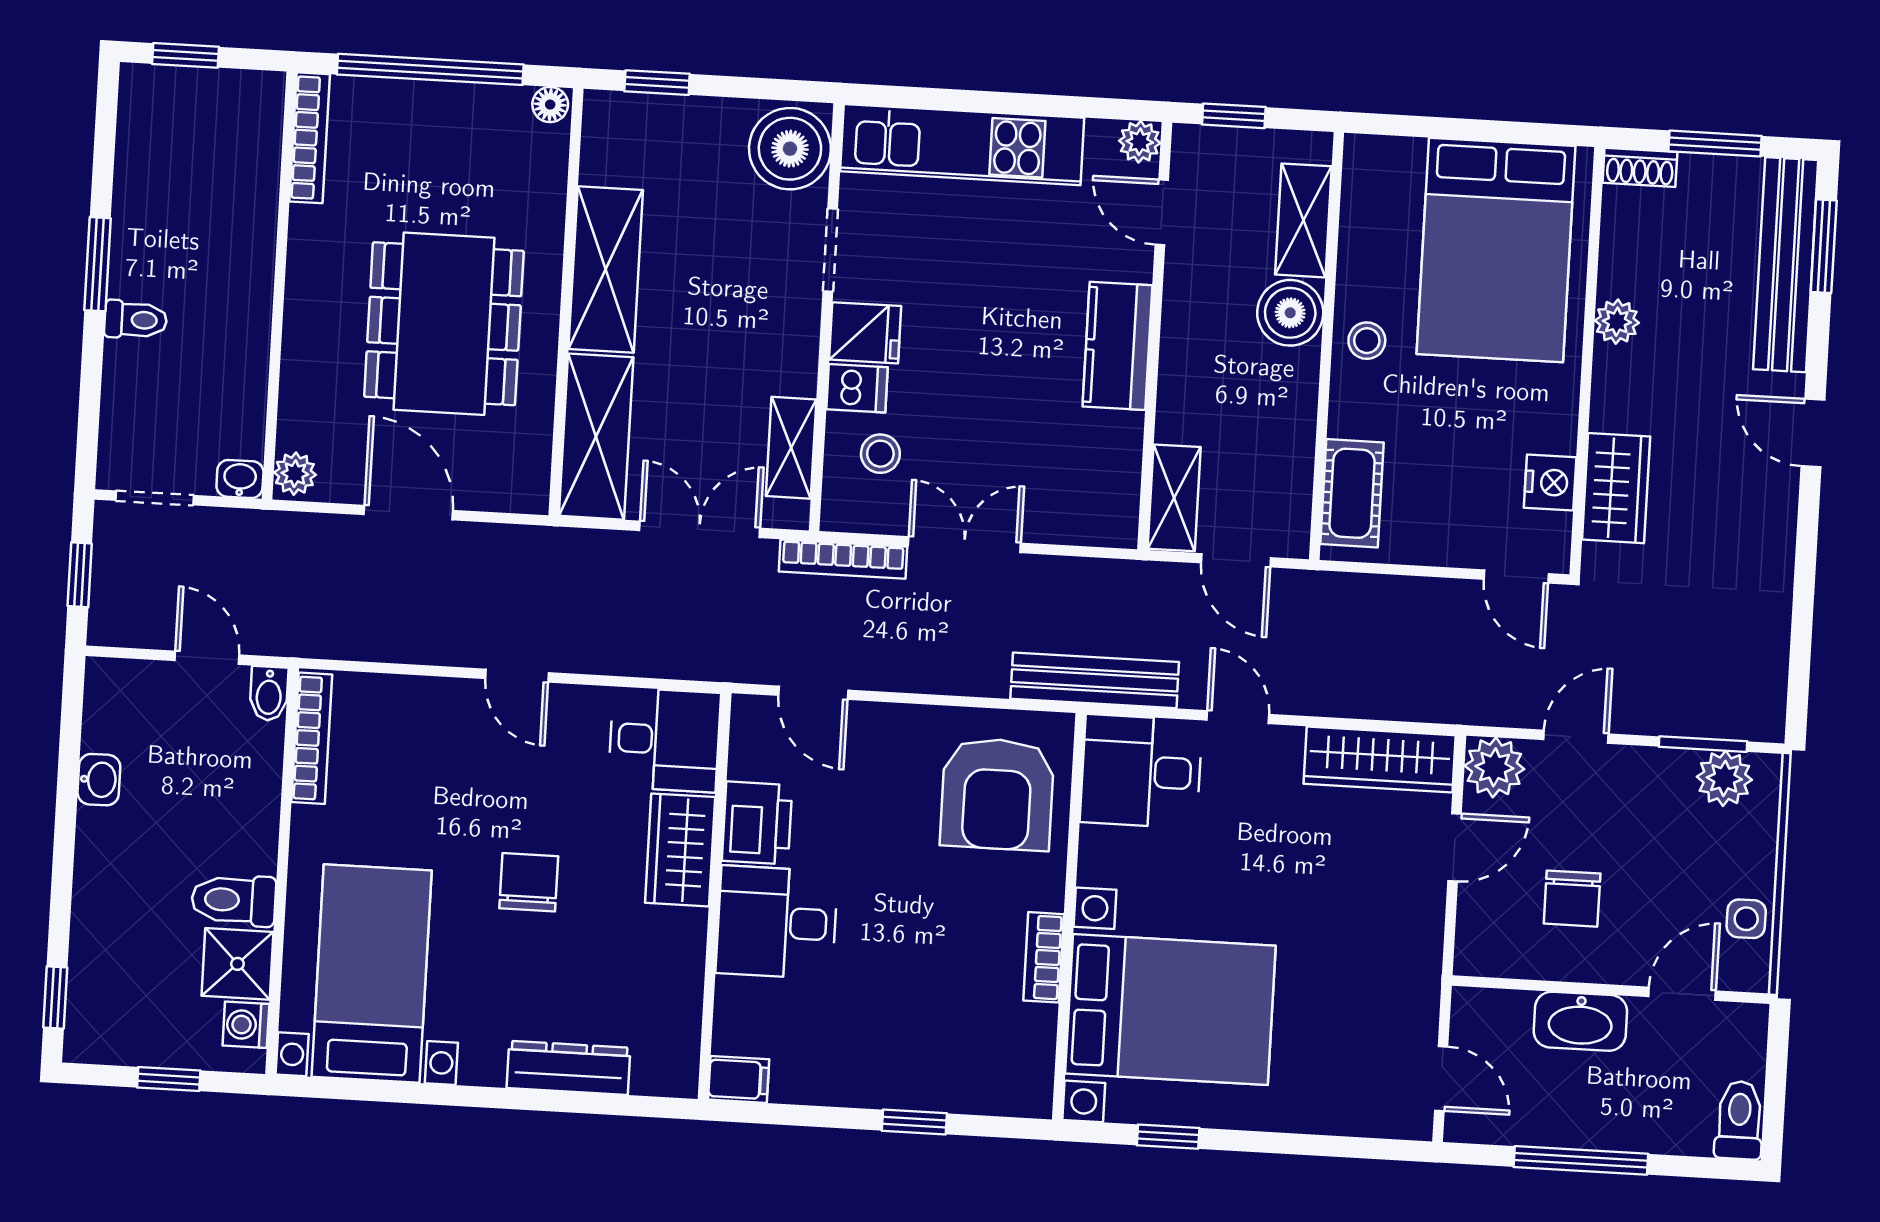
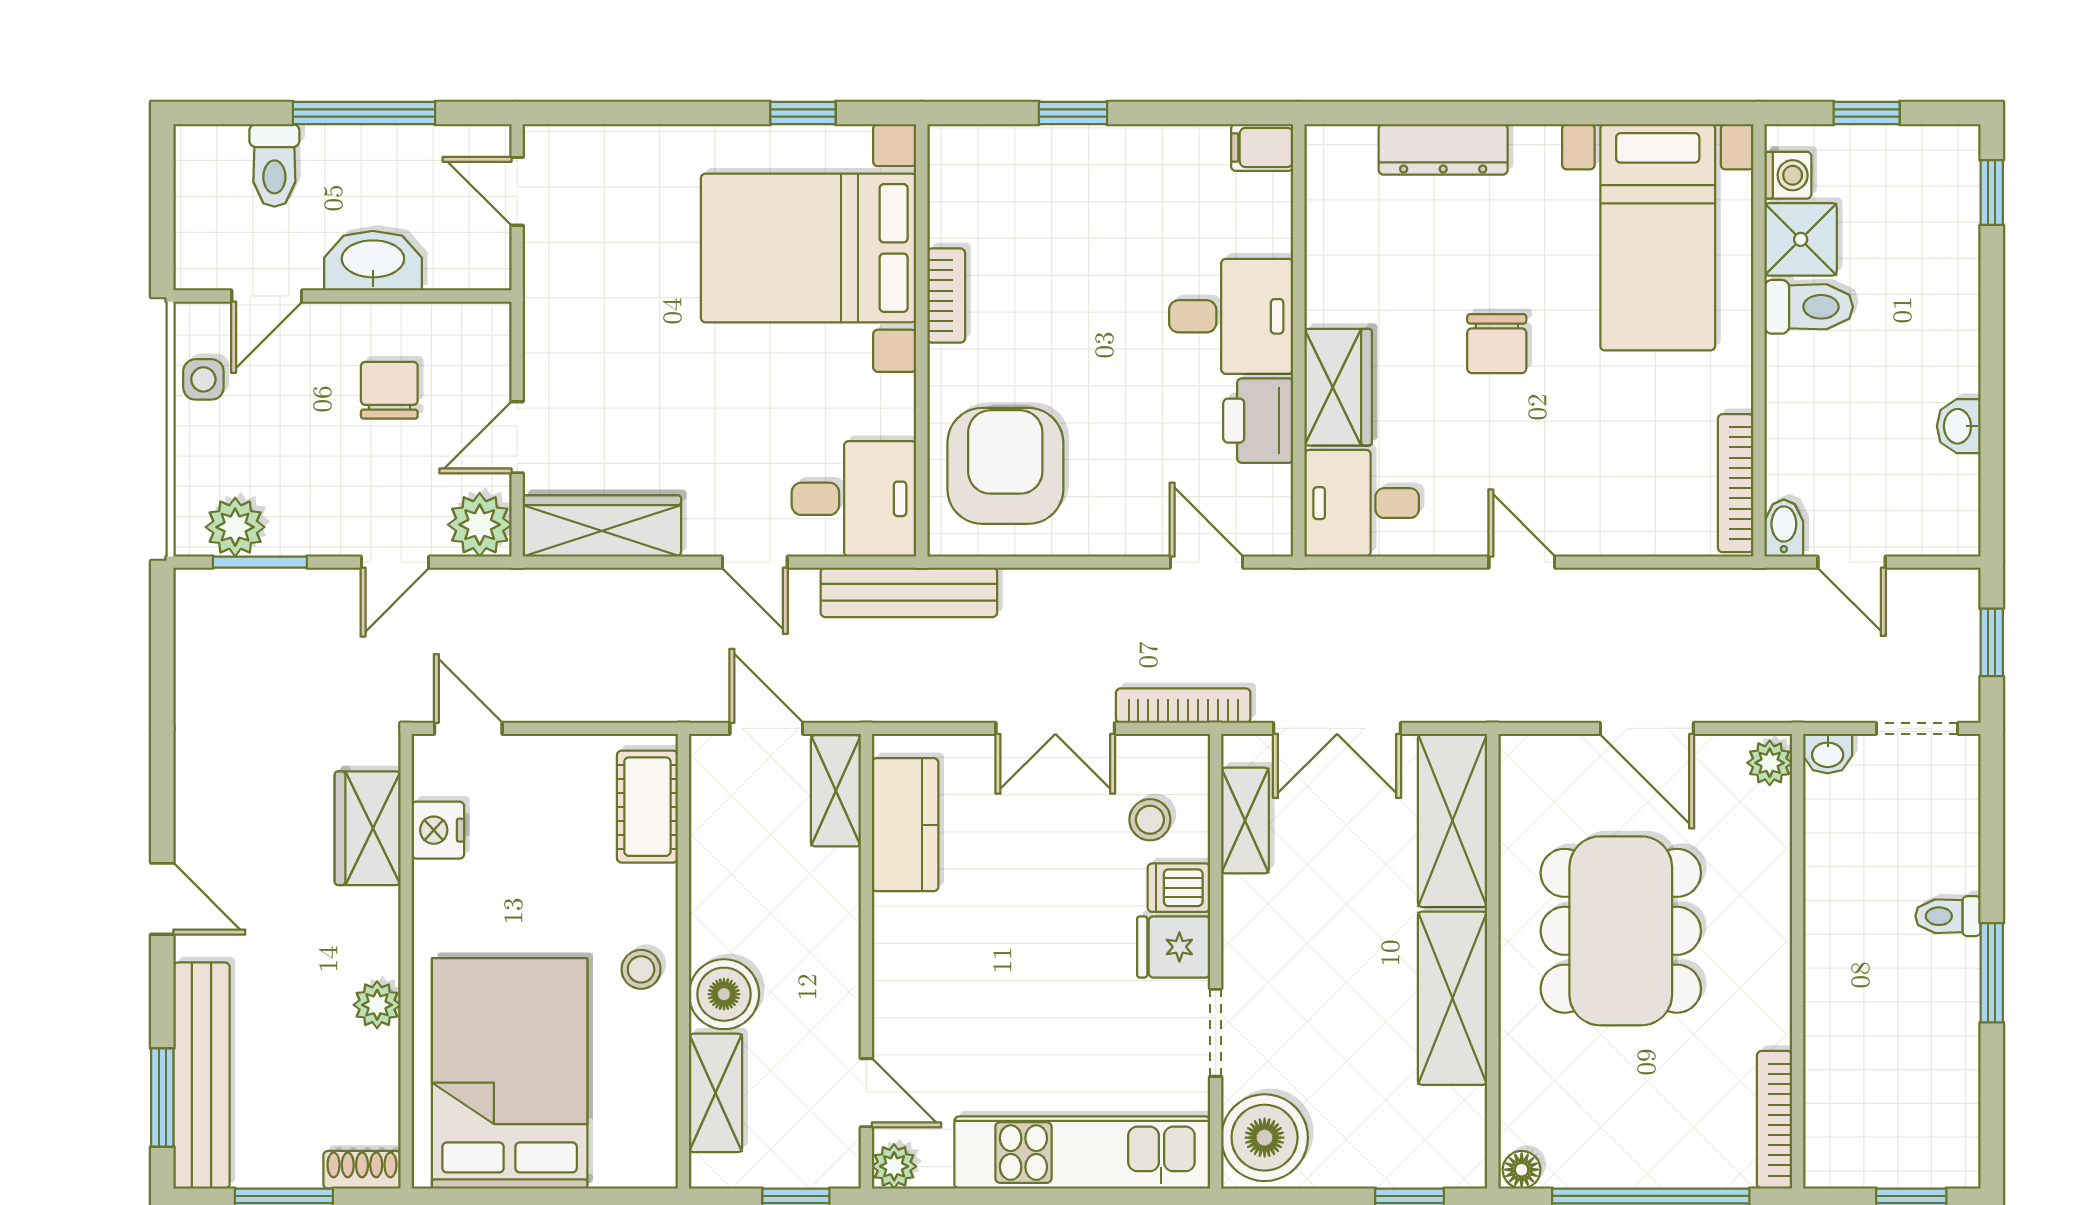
kitchen counter: (1117, 346) -> (905, 825), moved
toilet: (1739, 1120) -> (274, 165), moved

